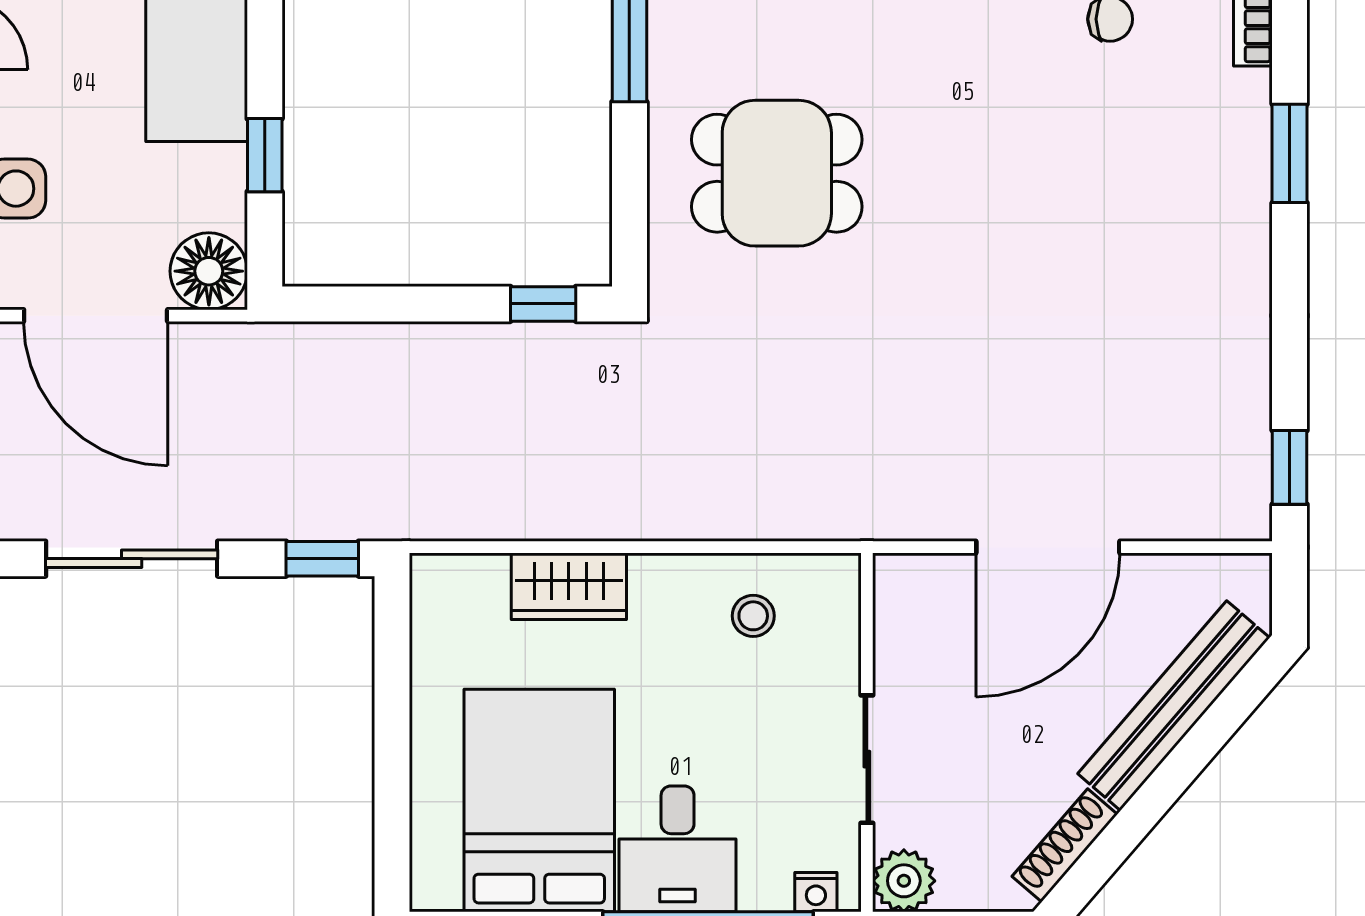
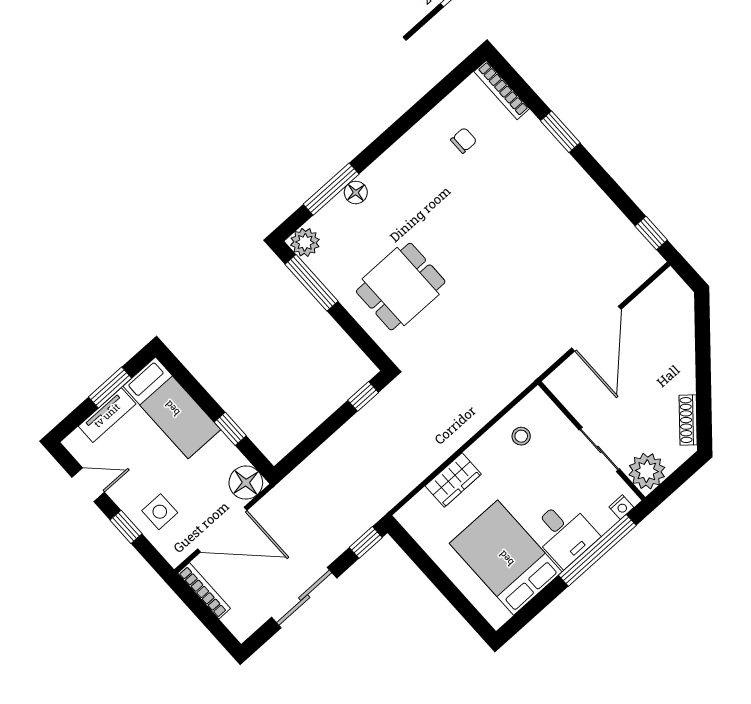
bench: (1174, 706) -> (683, 343), removed
plant: (904, 881) -> (647, 471), width x1.36, depth x1.36

